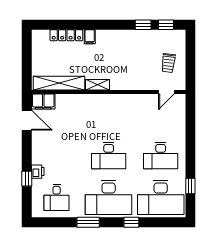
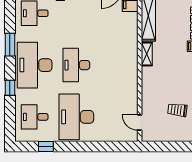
trolley: (168, 63) -> (177, 110), moved
desk: (161, 156) -> (76, 117), width x1.36, depth x1.30
desk: (161, 197) -> (35, 117), width x0.53, depth x0.77

